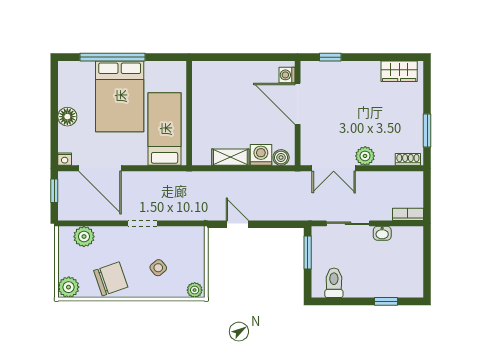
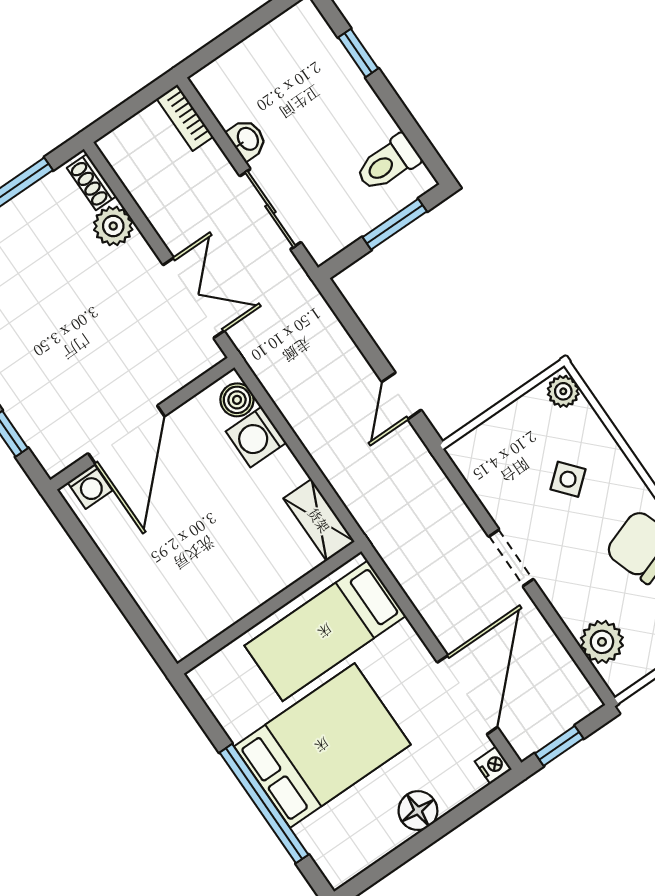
plant: (365, 156) -> (113, 226), moved
shelving: (230, 157) -> (319, 520), moved
window: (308, 253) -> (395, 224), moved

